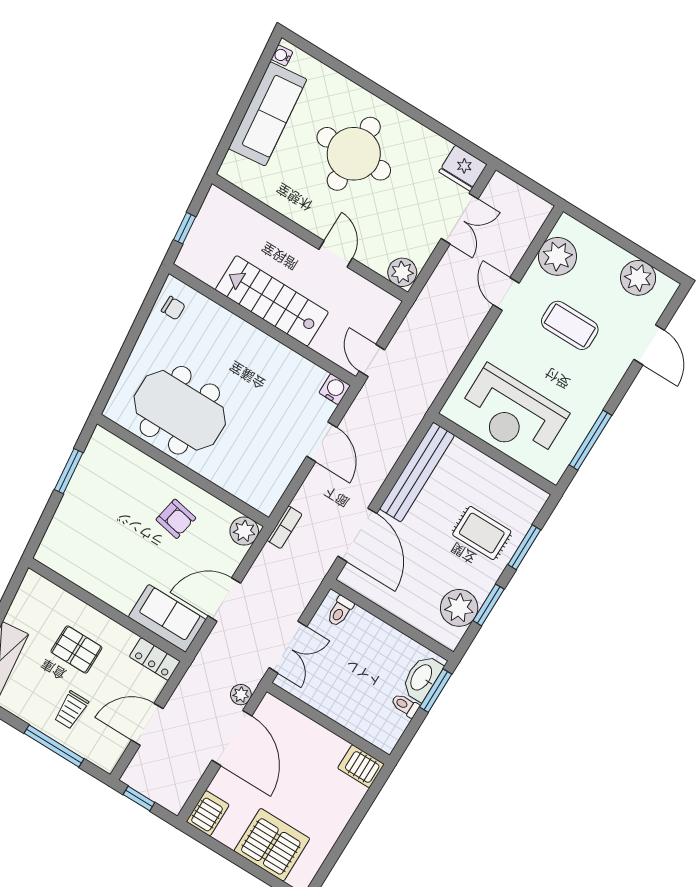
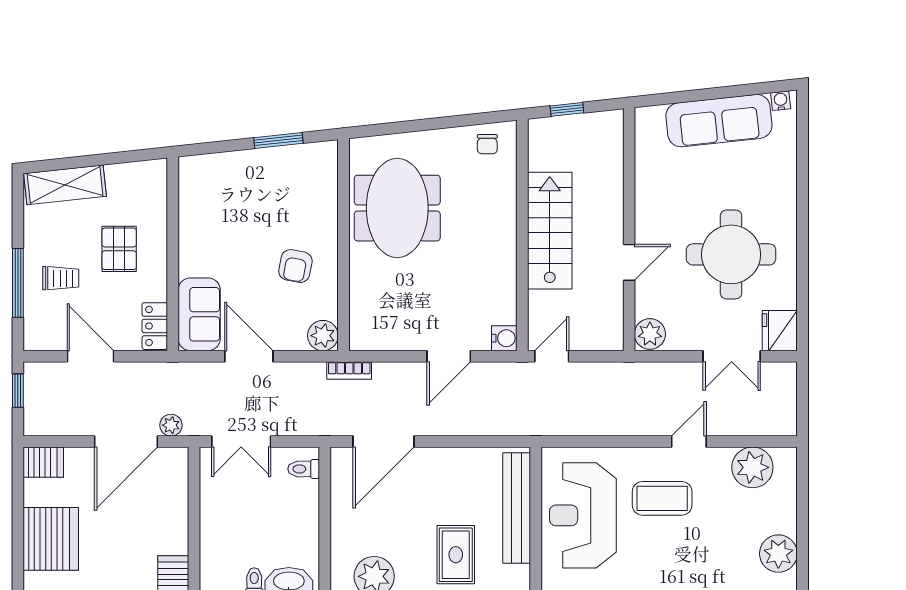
round table: (354, 154) -> (731, 254), moved
coffee table: (570, 325) -> (662, 498), moved, turned 90
bench: (417, 472) -> (517, 508), moved, turned 90
trolley: (71, 710) -> (61, 278), turned 180

